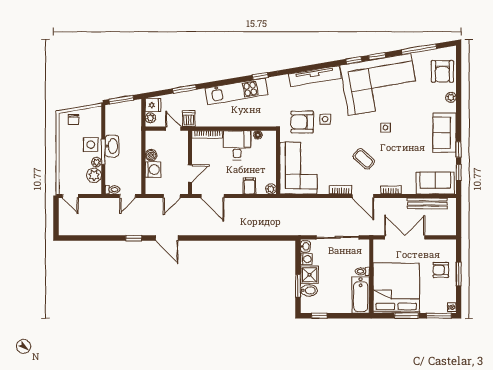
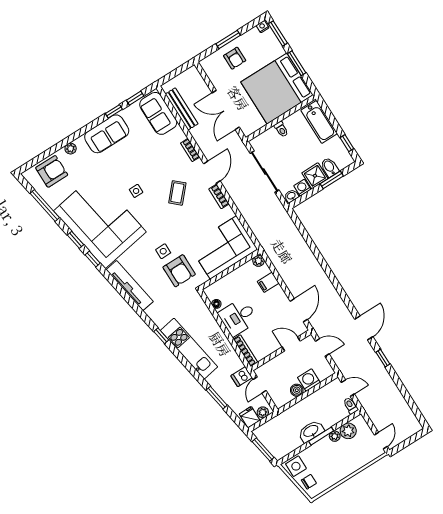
side table: (91, 145) -> (296, 466), moved
bathtub: (361, 295) -> (319, 122), moved, turned 90

